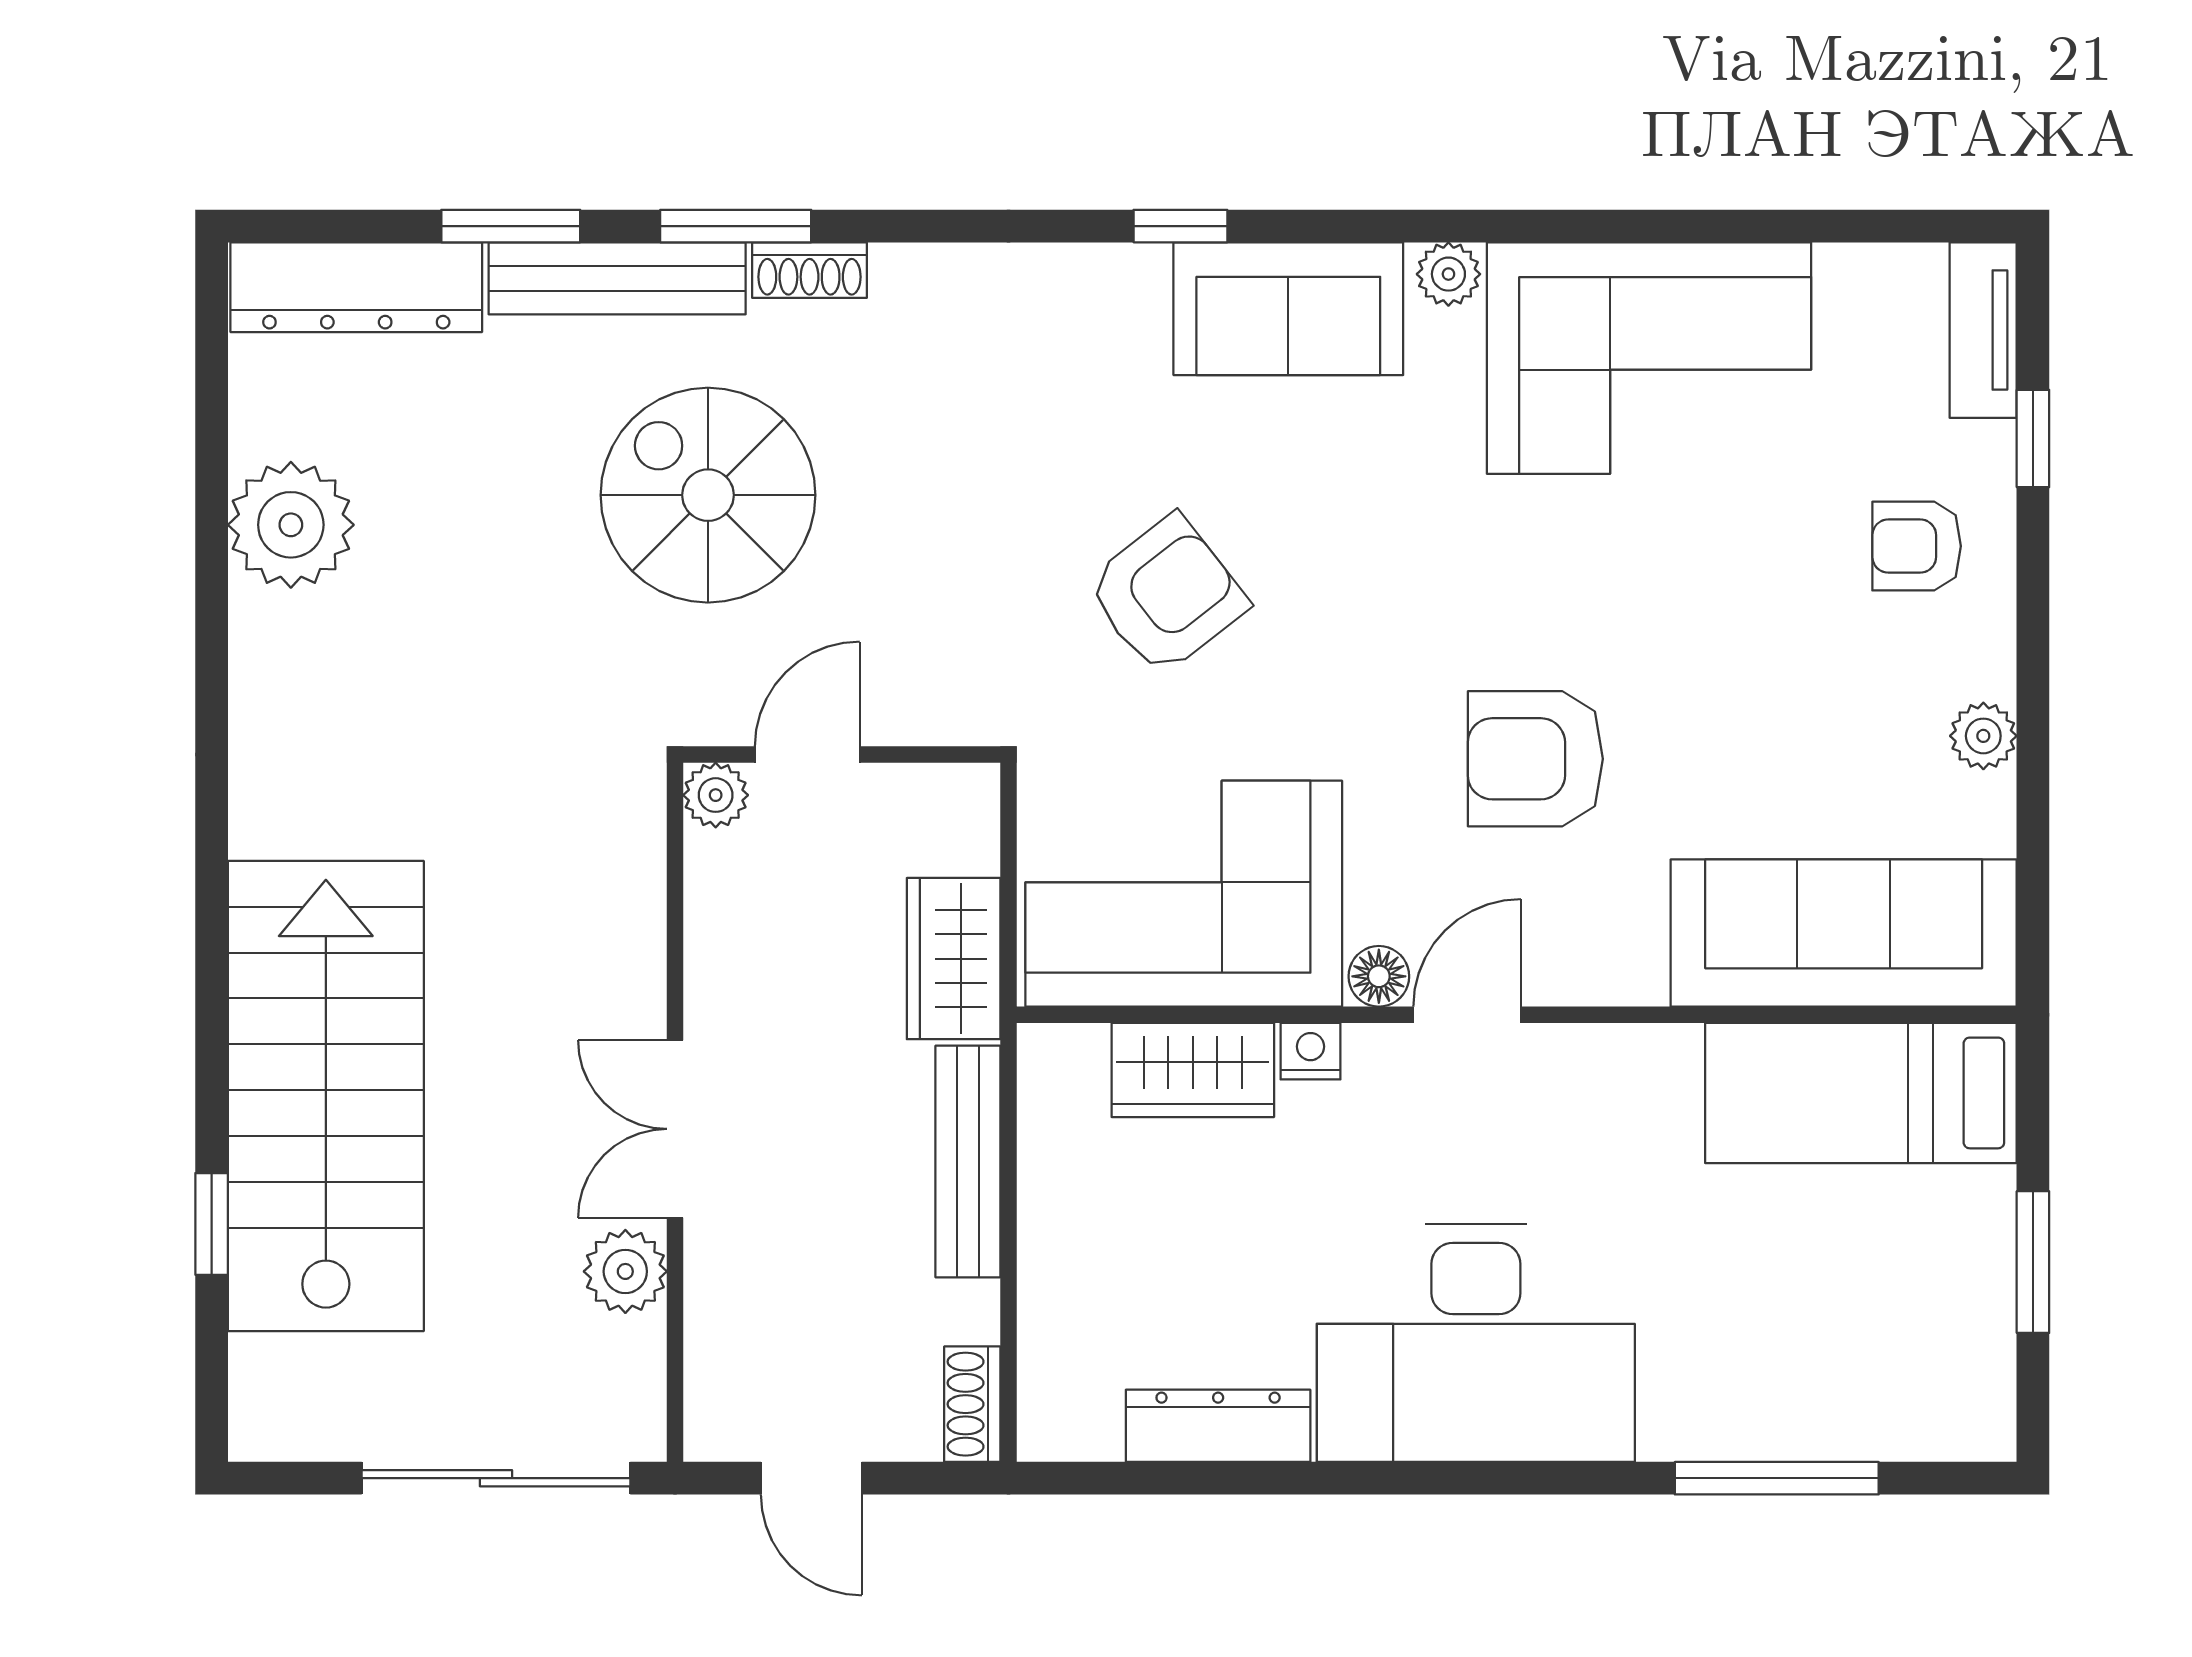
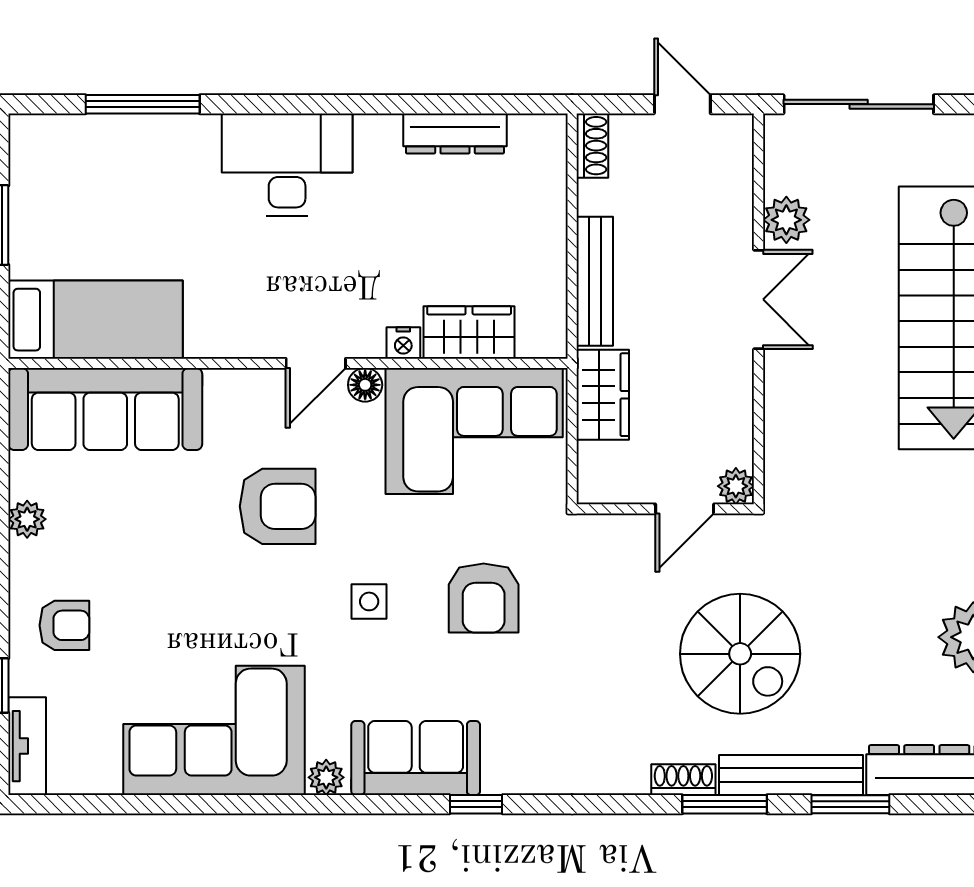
side table: (1372, 589) -> (369, 601), added
armchair: (1167, 595) -> (484, 598), turned -52
desk: (1476, 1343) -> (287, 165), width x0.73, depth x0.77

